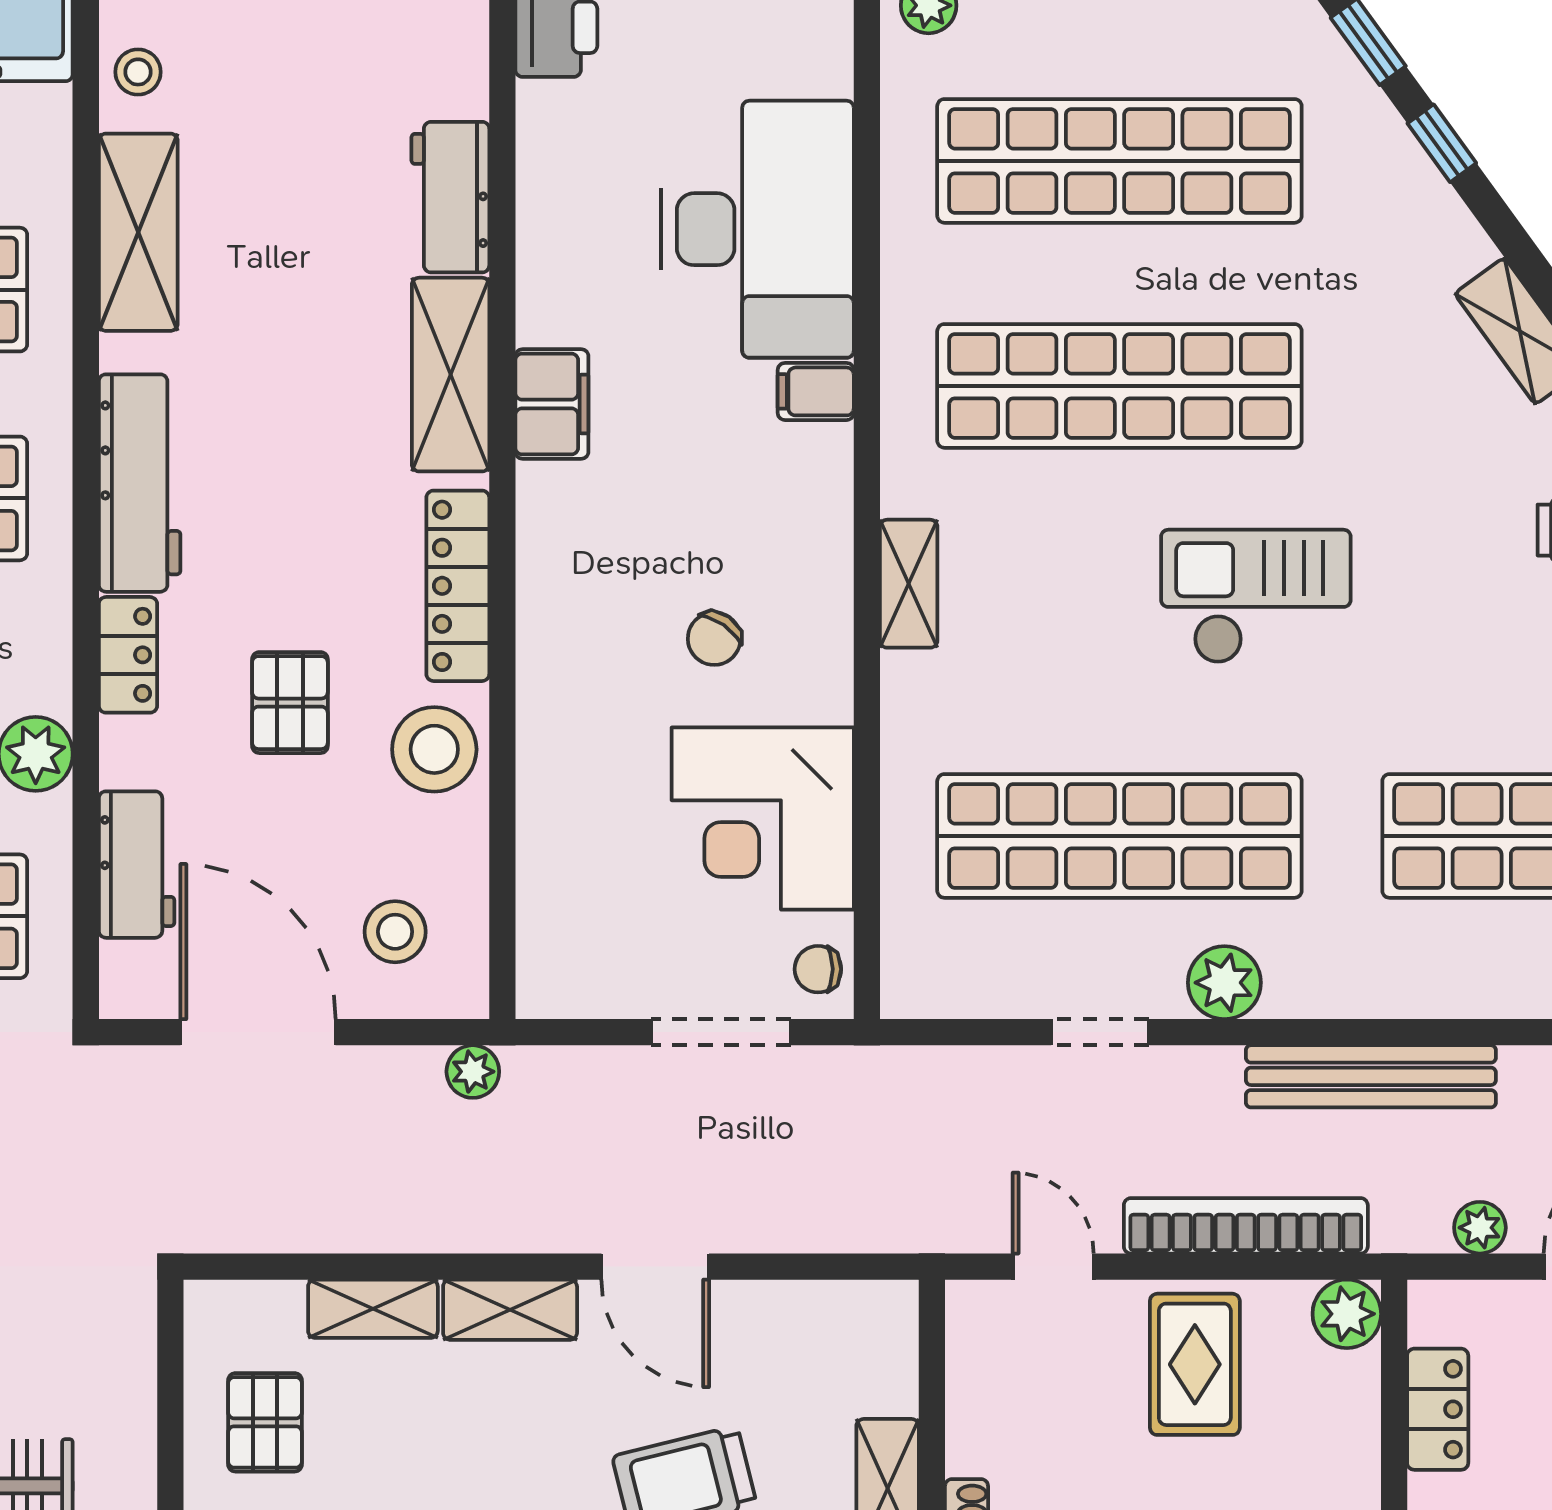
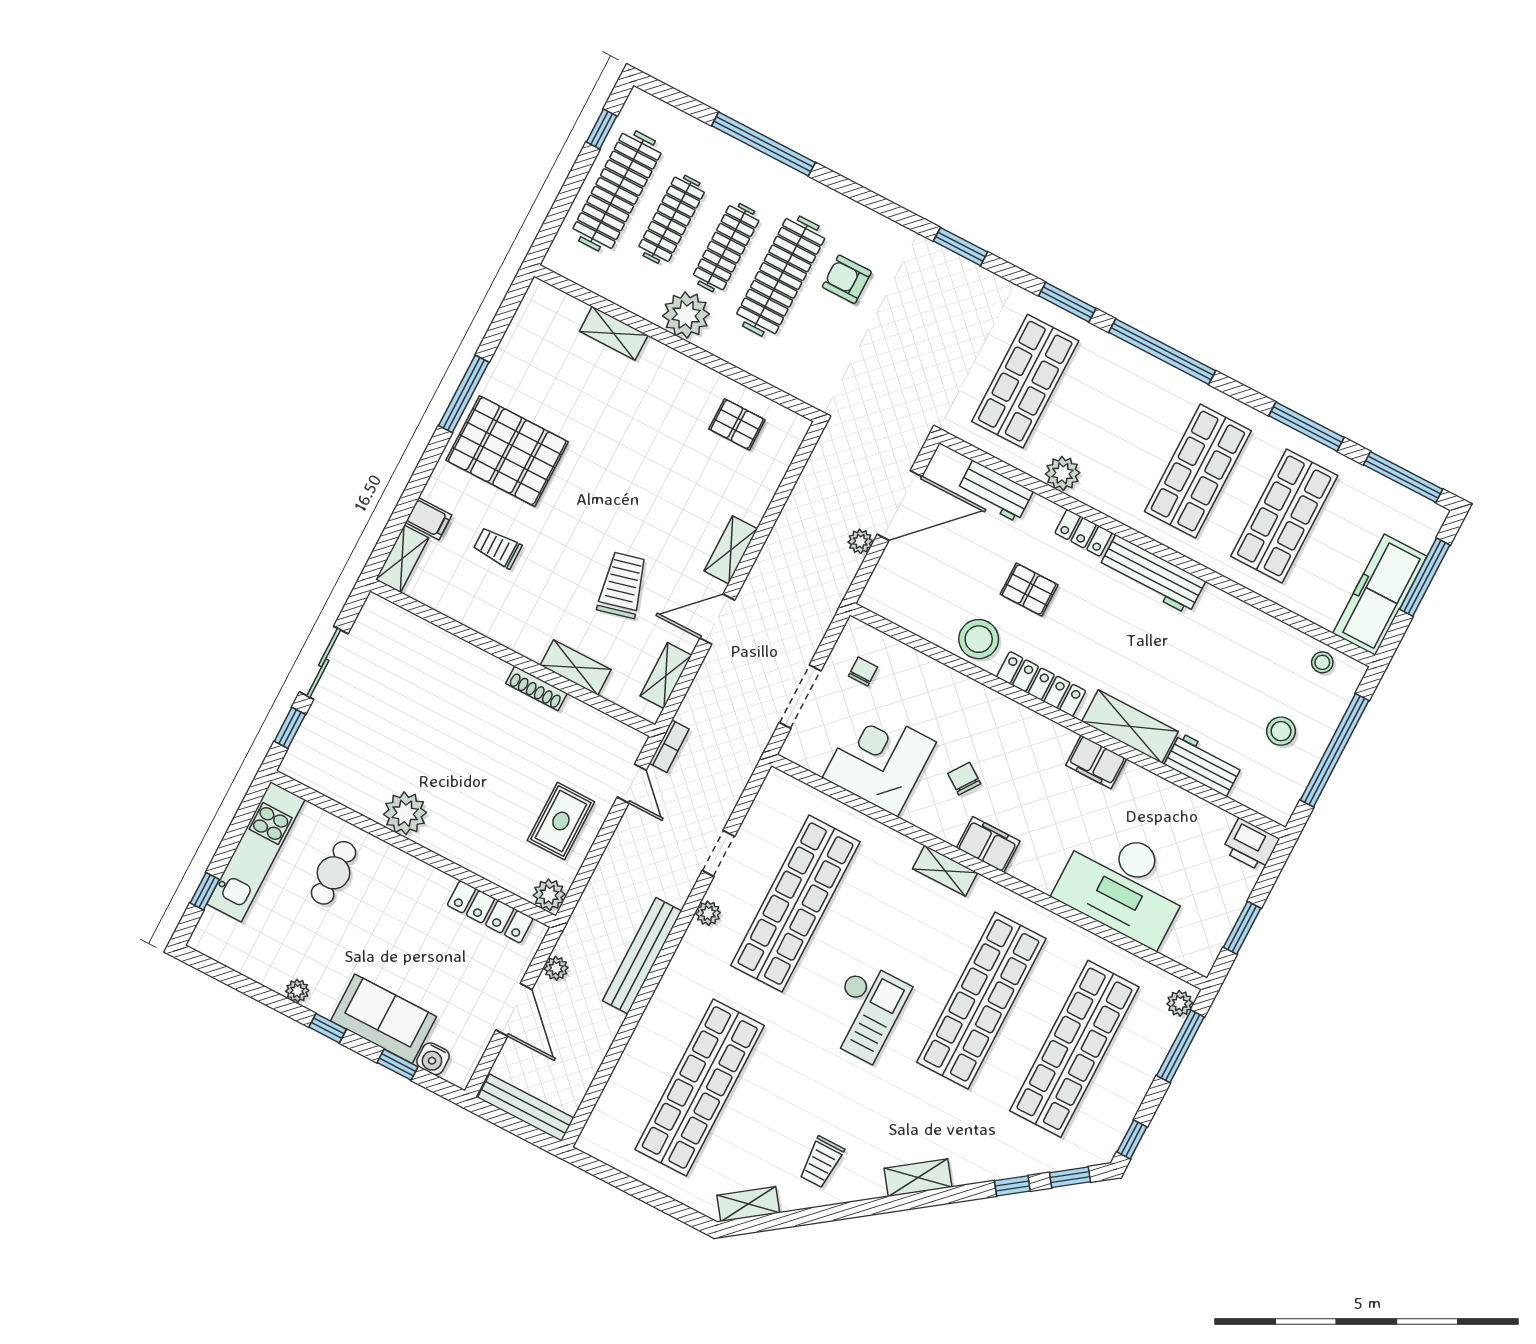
shelving: (138, 232) -> (1256, 628), removed
filing cabinet: (816, 391) -> (988, 844), moved, width x2.00
stool: (395, 932) -> (1281, 731), moved
chair: (818, 969) -> (863, 672), moved
plant: (1224, 983) -> (708, 913), width x0.73, depth x0.73
plant: (473, 1072) -> (860, 541), moved
bookcase: (1246, 1226) -> (669, 746), moved, width x0.43, depth x0.76
door: (1053, 1267) -> (632, 784), hinge flipped
shelving: (373, 1309) -> (666, 676), moved
rug: (1195, 1364) -> (561, 821), turned 90
locker: (1438, 1409) -> (490, 912), width x1.53

